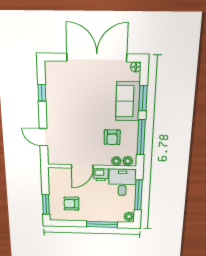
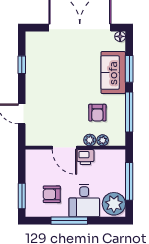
plant: (128, 161) -> (90, 140), moved
door: (82, 167) -> (64, 148), hinge flipped
desk: (122, 182) -> (84, 201), moved, turned 180
plant: (129, 216) -> (114, 204), width x1.87, depth x1.87
window: (102, 224) -> (69, 221), moved

